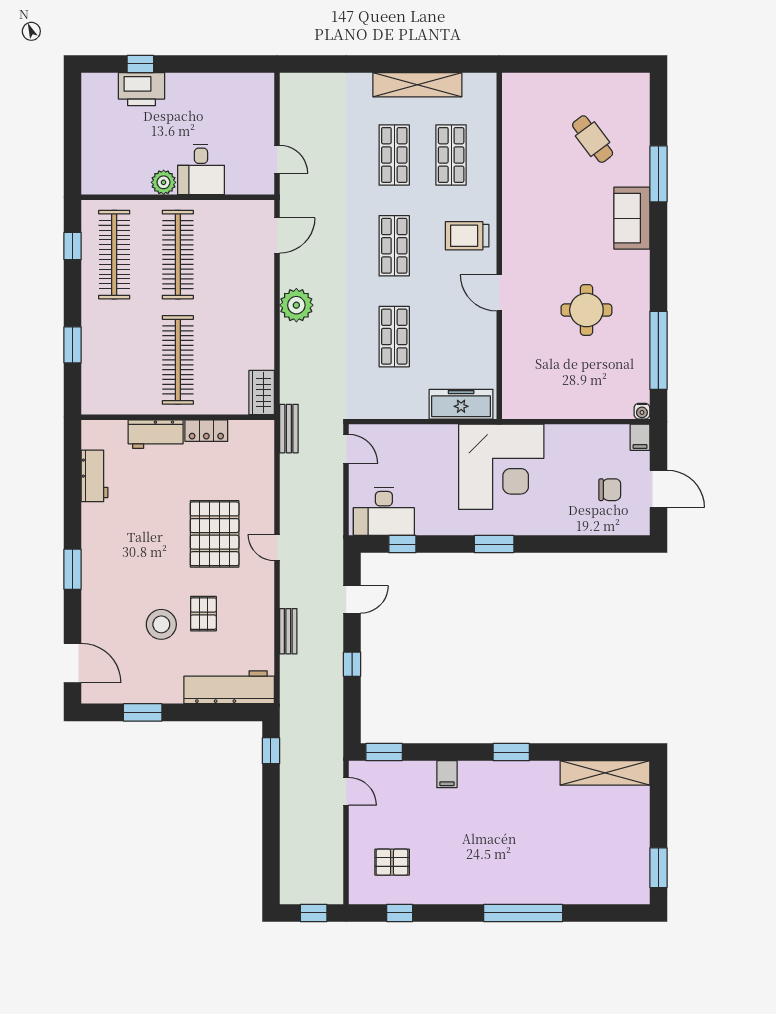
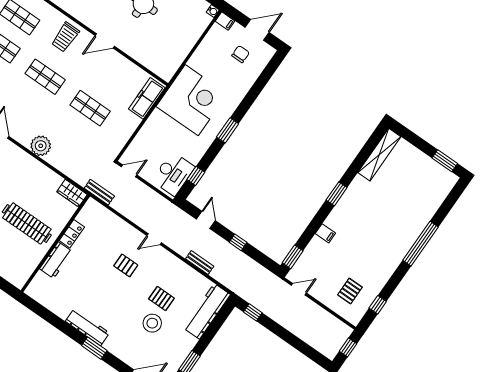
workbench: (95, 476) -> (87, 327), moved, width x1.37
pallet: (215, 534) -> (126, 265), width x0.49, depth x0.50

